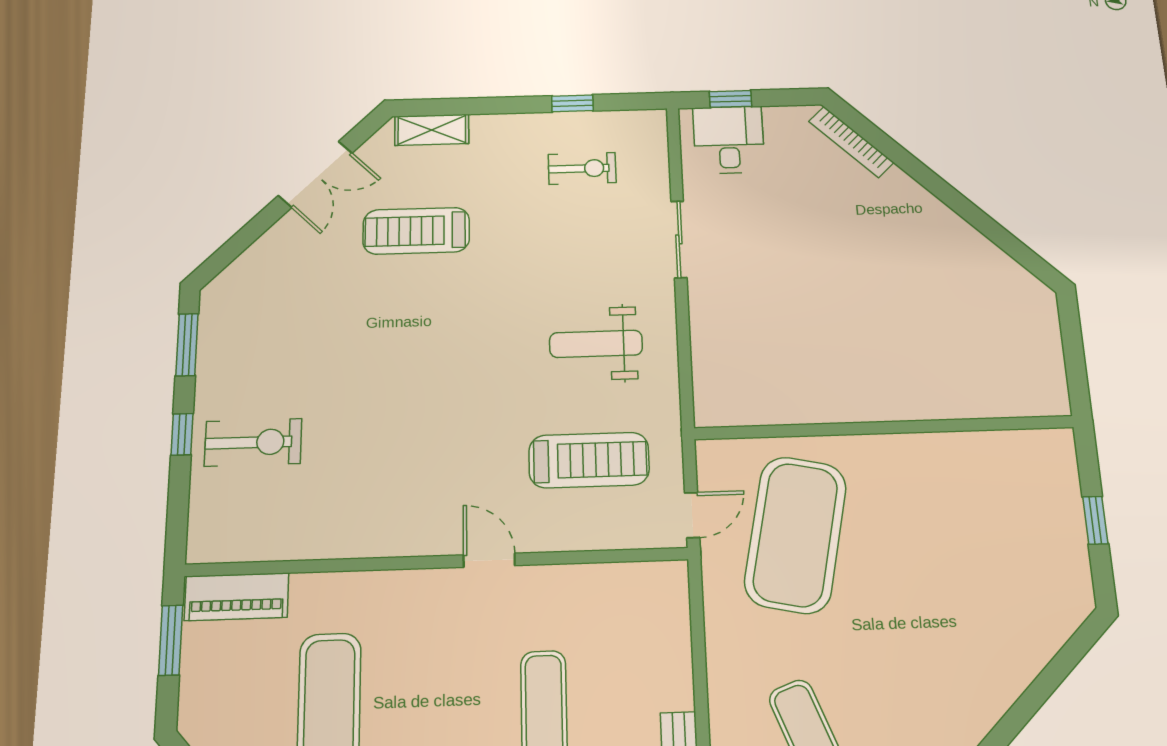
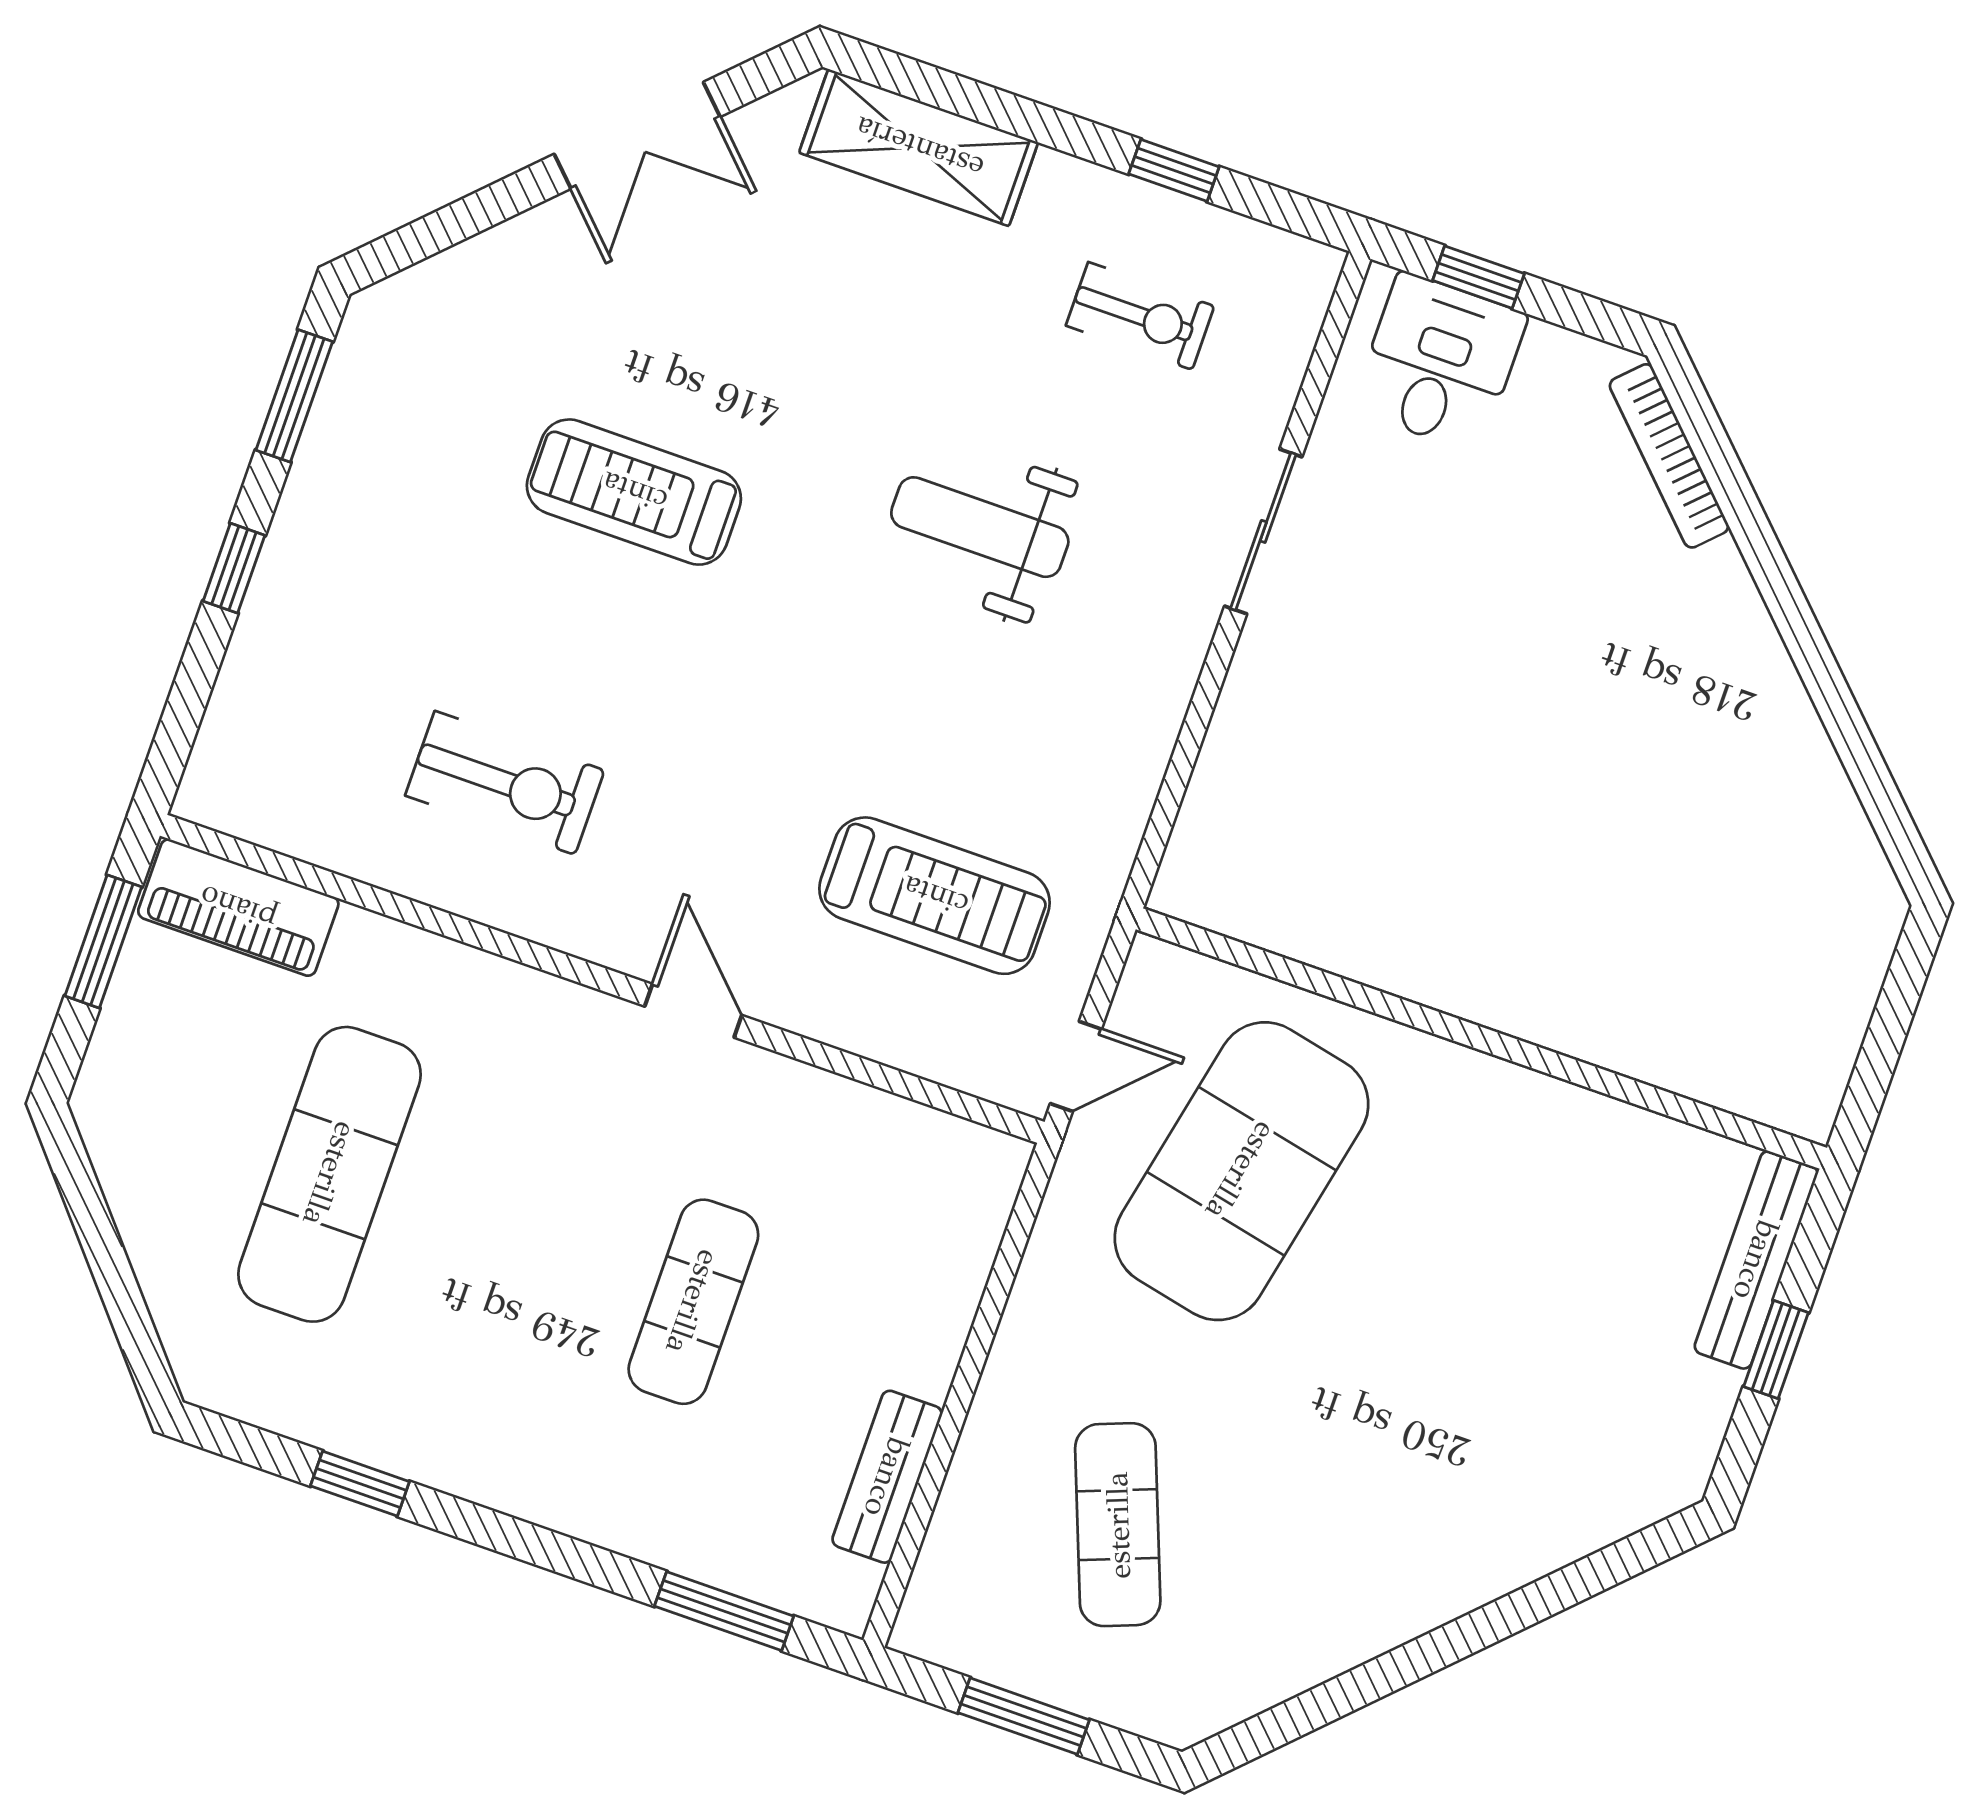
shelving: (432, 130) -> (919, 148), width x1.50, depth x1.33
treadmill: (416, 231) -> (634, 492), moved
weight bench: (596, 344) -> (980, 527), moved
exercise bike: (253, 442) -> (505, 783), moved
bench: (1065, 481) -> (1756, 1260), added

